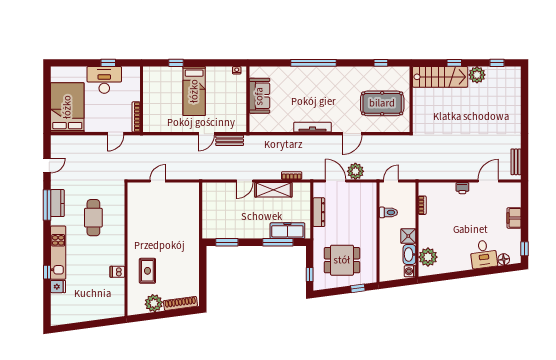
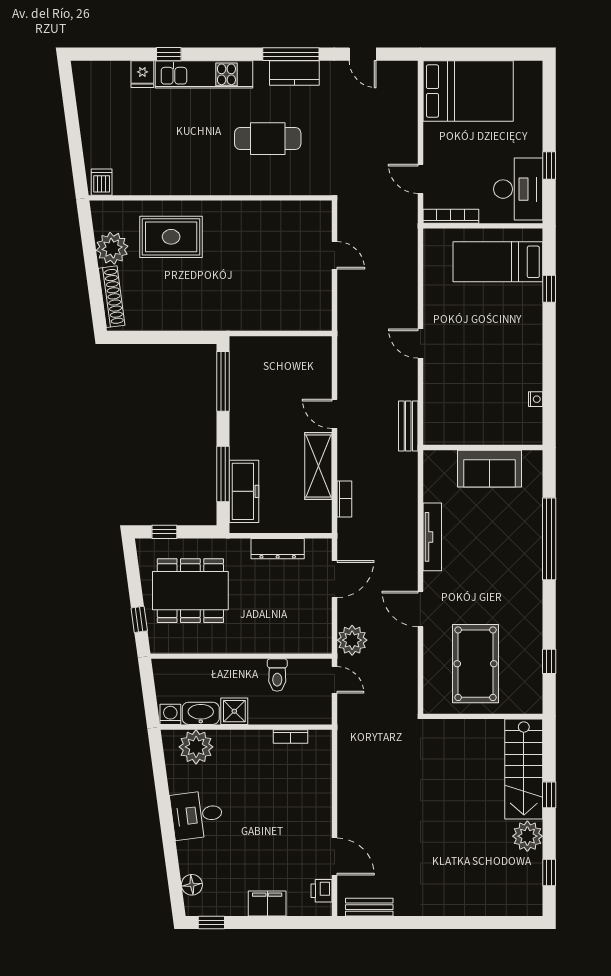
desk: (104, 80) -> (518, 189), moved
bed: (194, 91) -> (498, 262), moved
sofa: (259, 96) -> (489, 469), moved
wall: (248, 99) -> (483, 447), moved
bench: (230, 140) -> (408, 426), moved
plant: (355, 171) -> (352, 640), moved
printer: (462, 188) -> (322, 891), moved
window: (227, 242) -> (223, 381), width x1.44
desk: (484, 254) -> (197, 815), moved
dining table: (342, 260) -> (190, 591), width x1.38
rug: (147, 271) -> (171, 237), width x1.36, depth x1.43
dishwasher: (117, 272) -> (102, 182), moved

